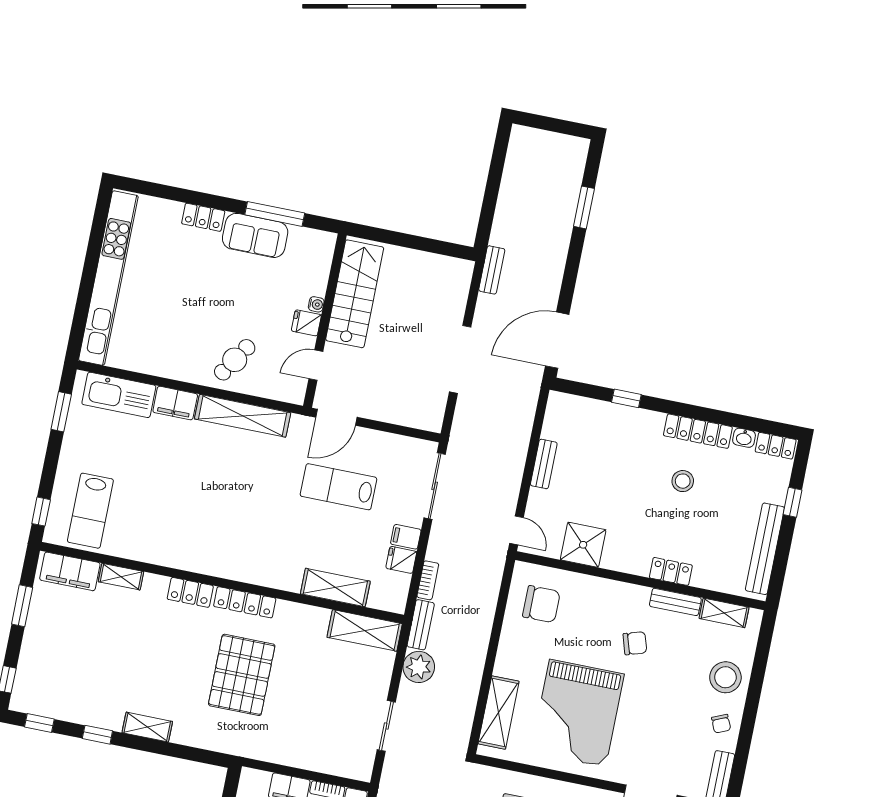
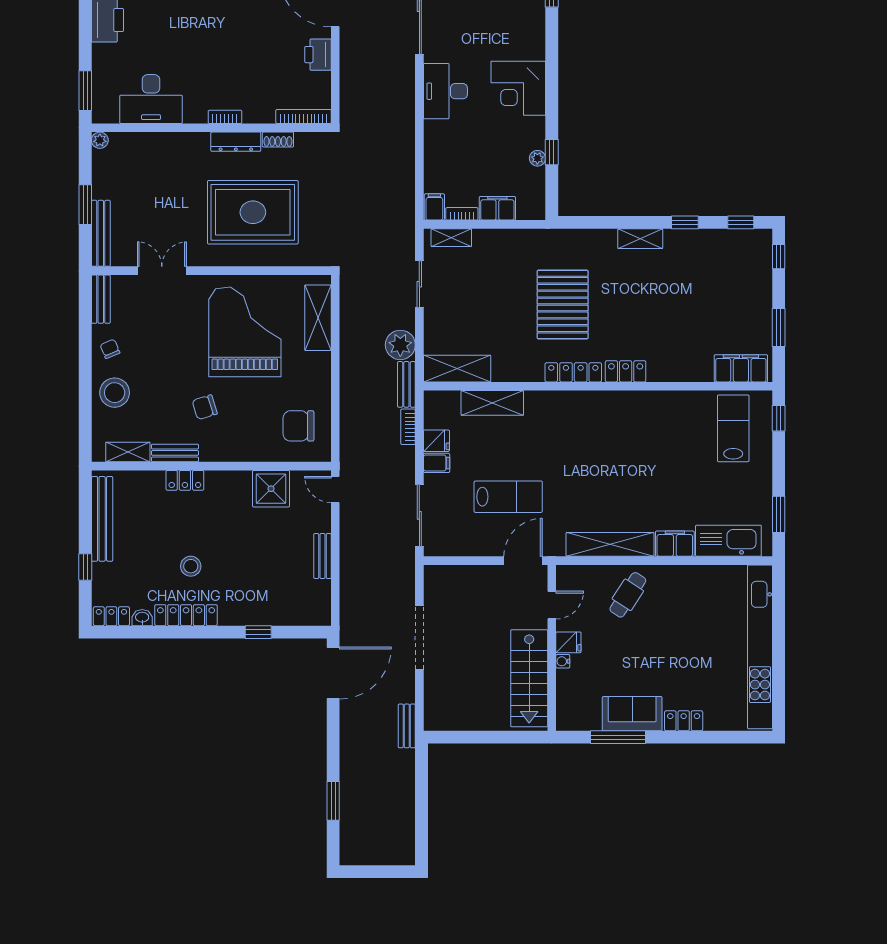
shelving: (121, 577) -> (451, 238), moved

